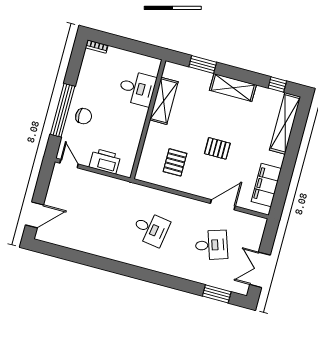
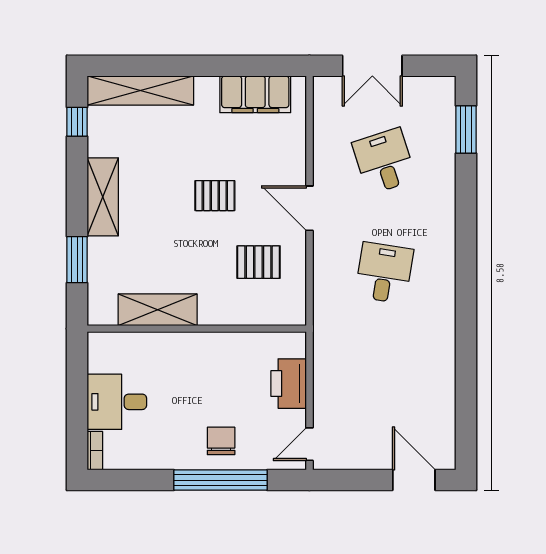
desk: (137, 88) -> (117, 402), moved, turned -90
pallet: (217, 148) -> (215, 196), turned 90
door: (223, 205) -> (309, 208), moved
double door: (260, 270) -> (372, 66), moved

